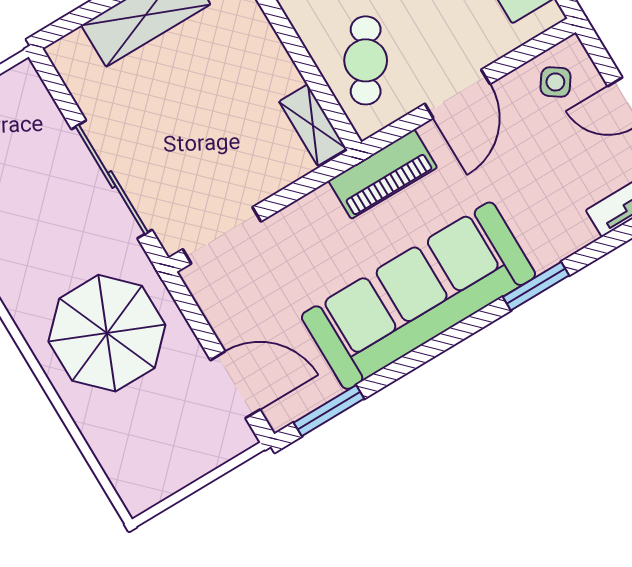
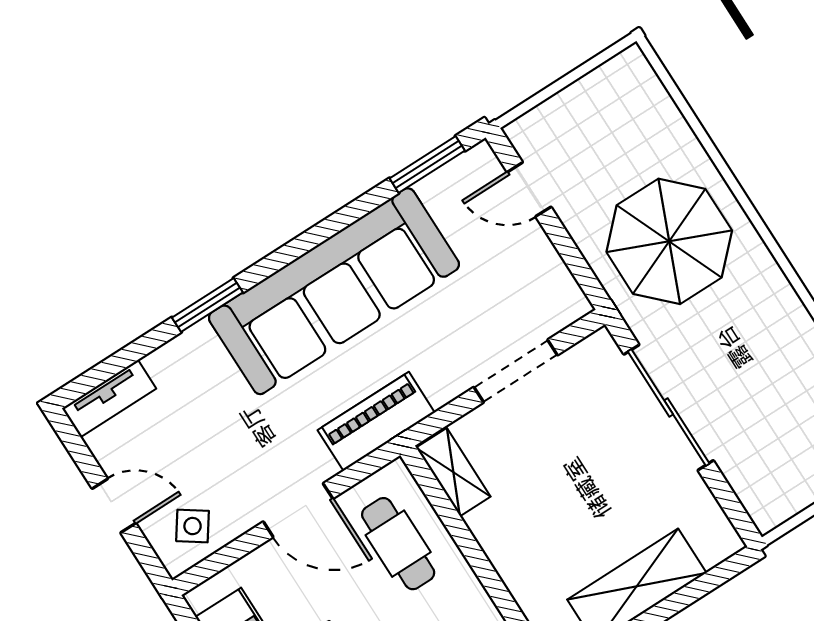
cafe table: (366, 60) -> (398, 544), turned -31
door: (457, 94) -> (298, 510), swing flipped
doorway: (222, 235) -> (516, 371), moved
door: (235, 385) -> (529, 189), width x0.73

